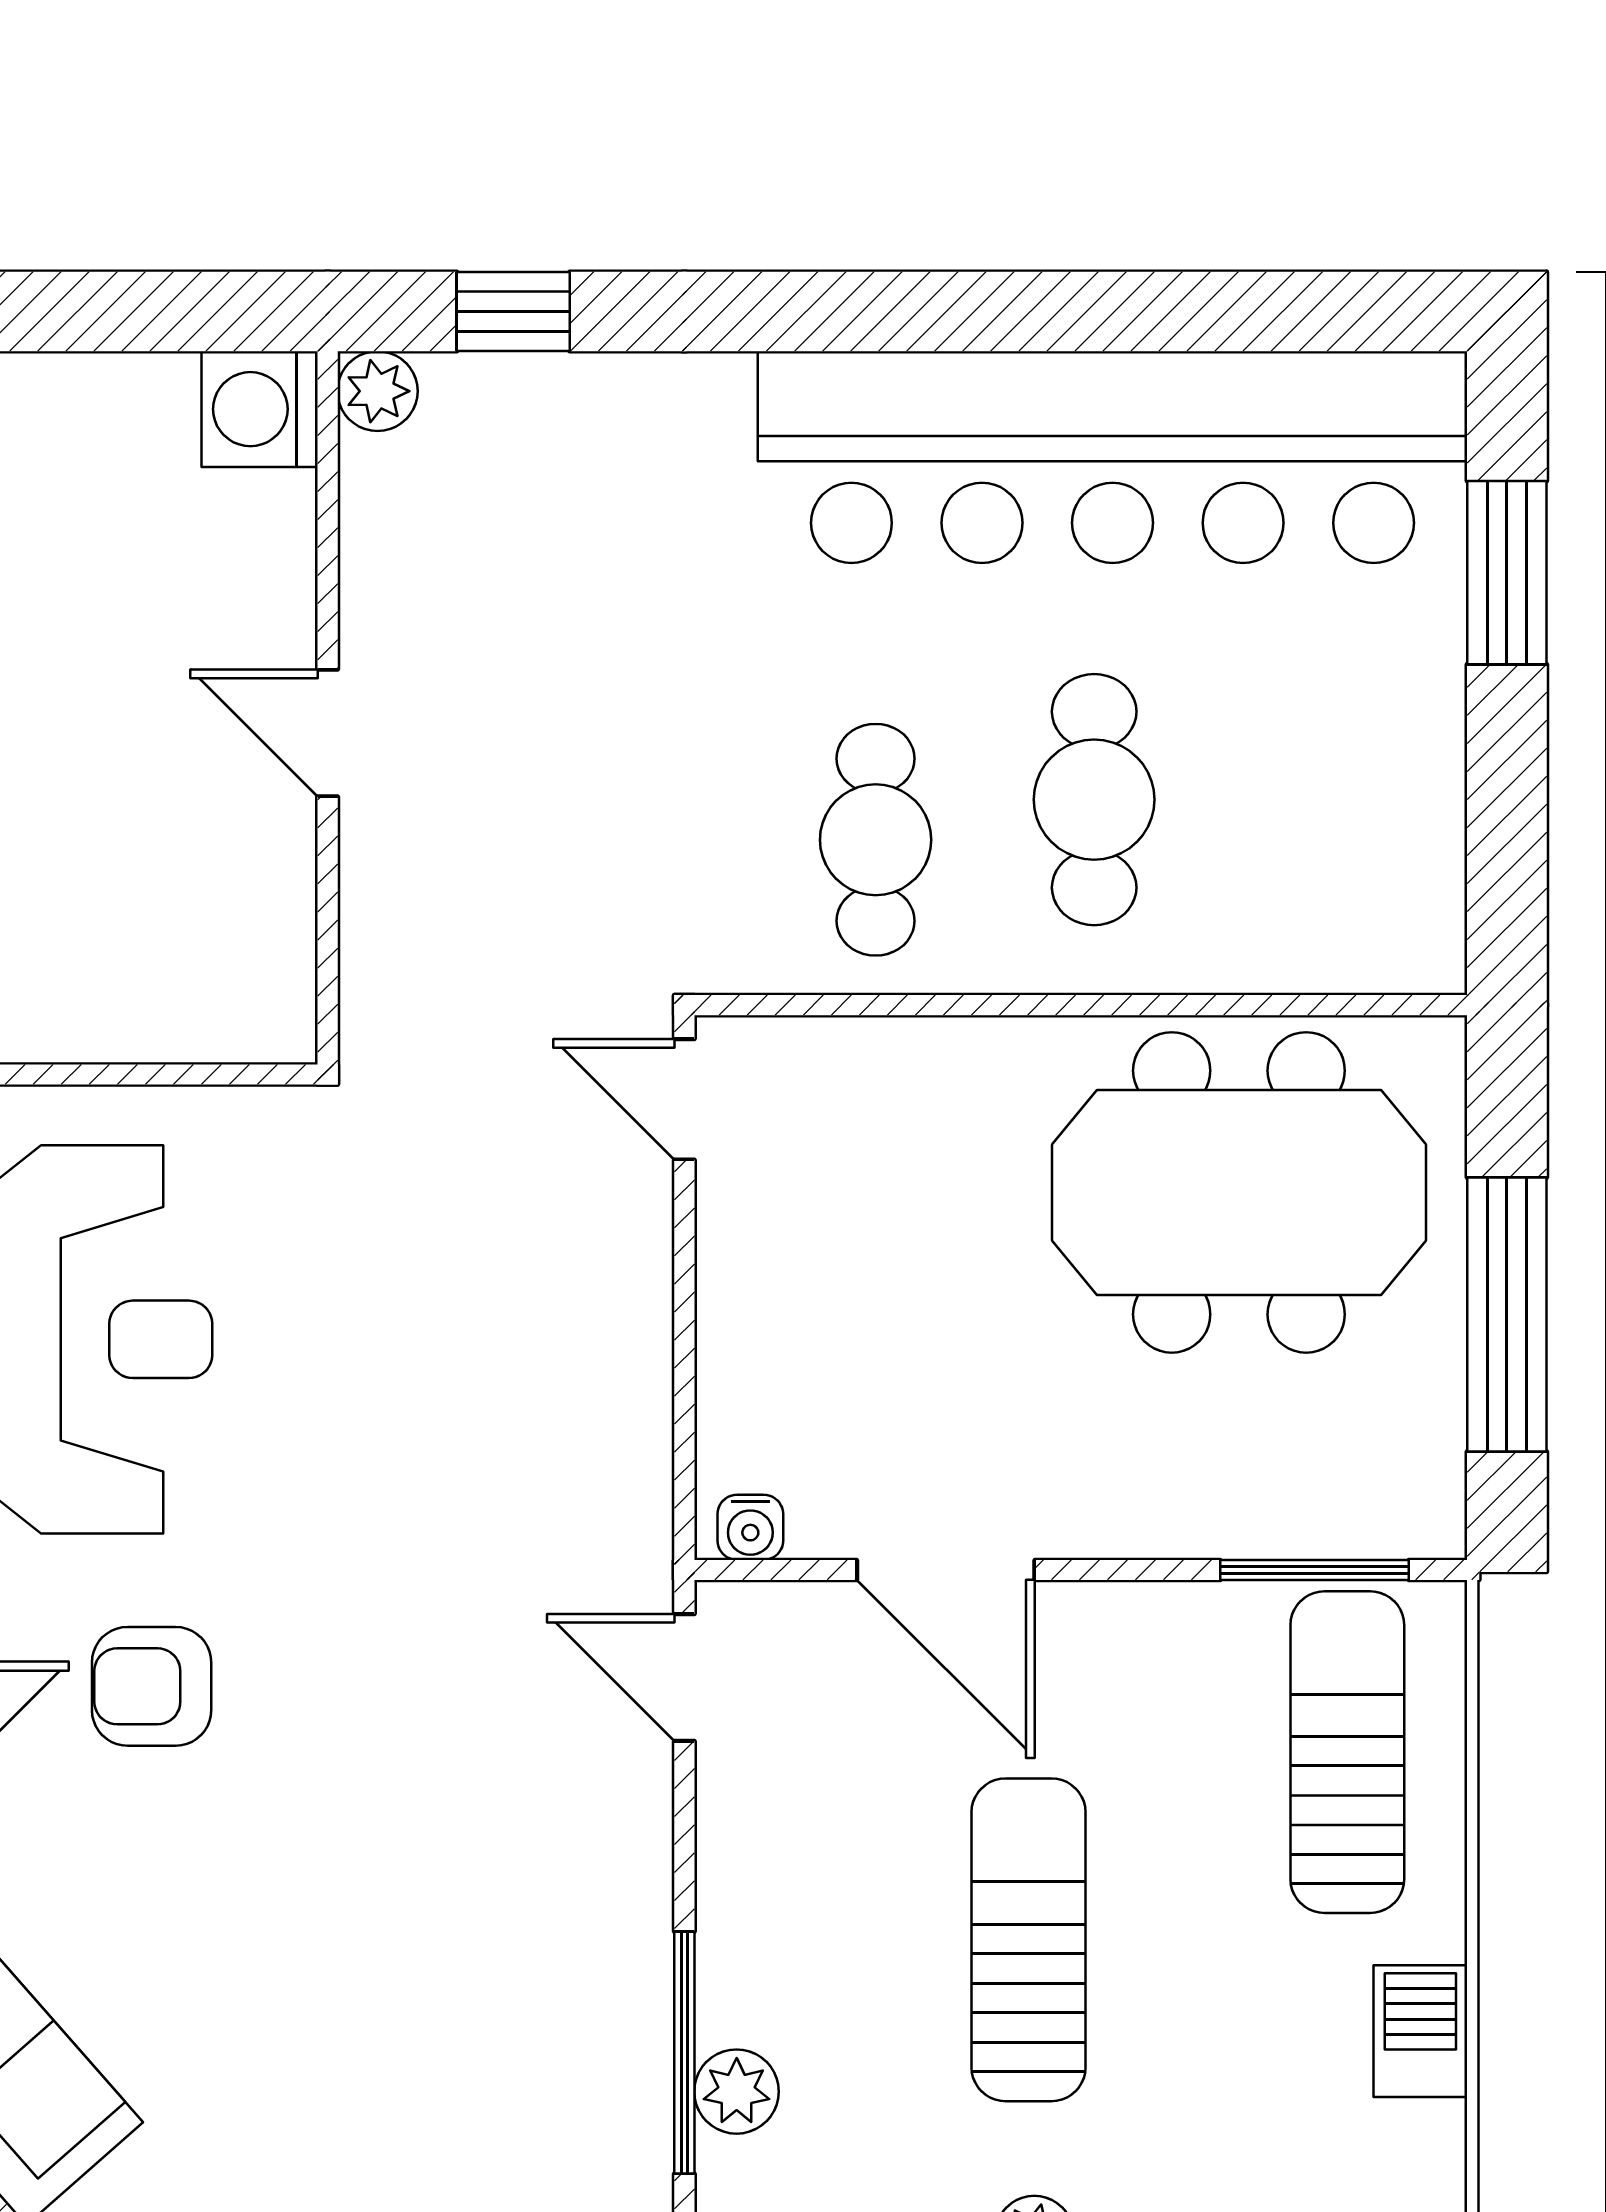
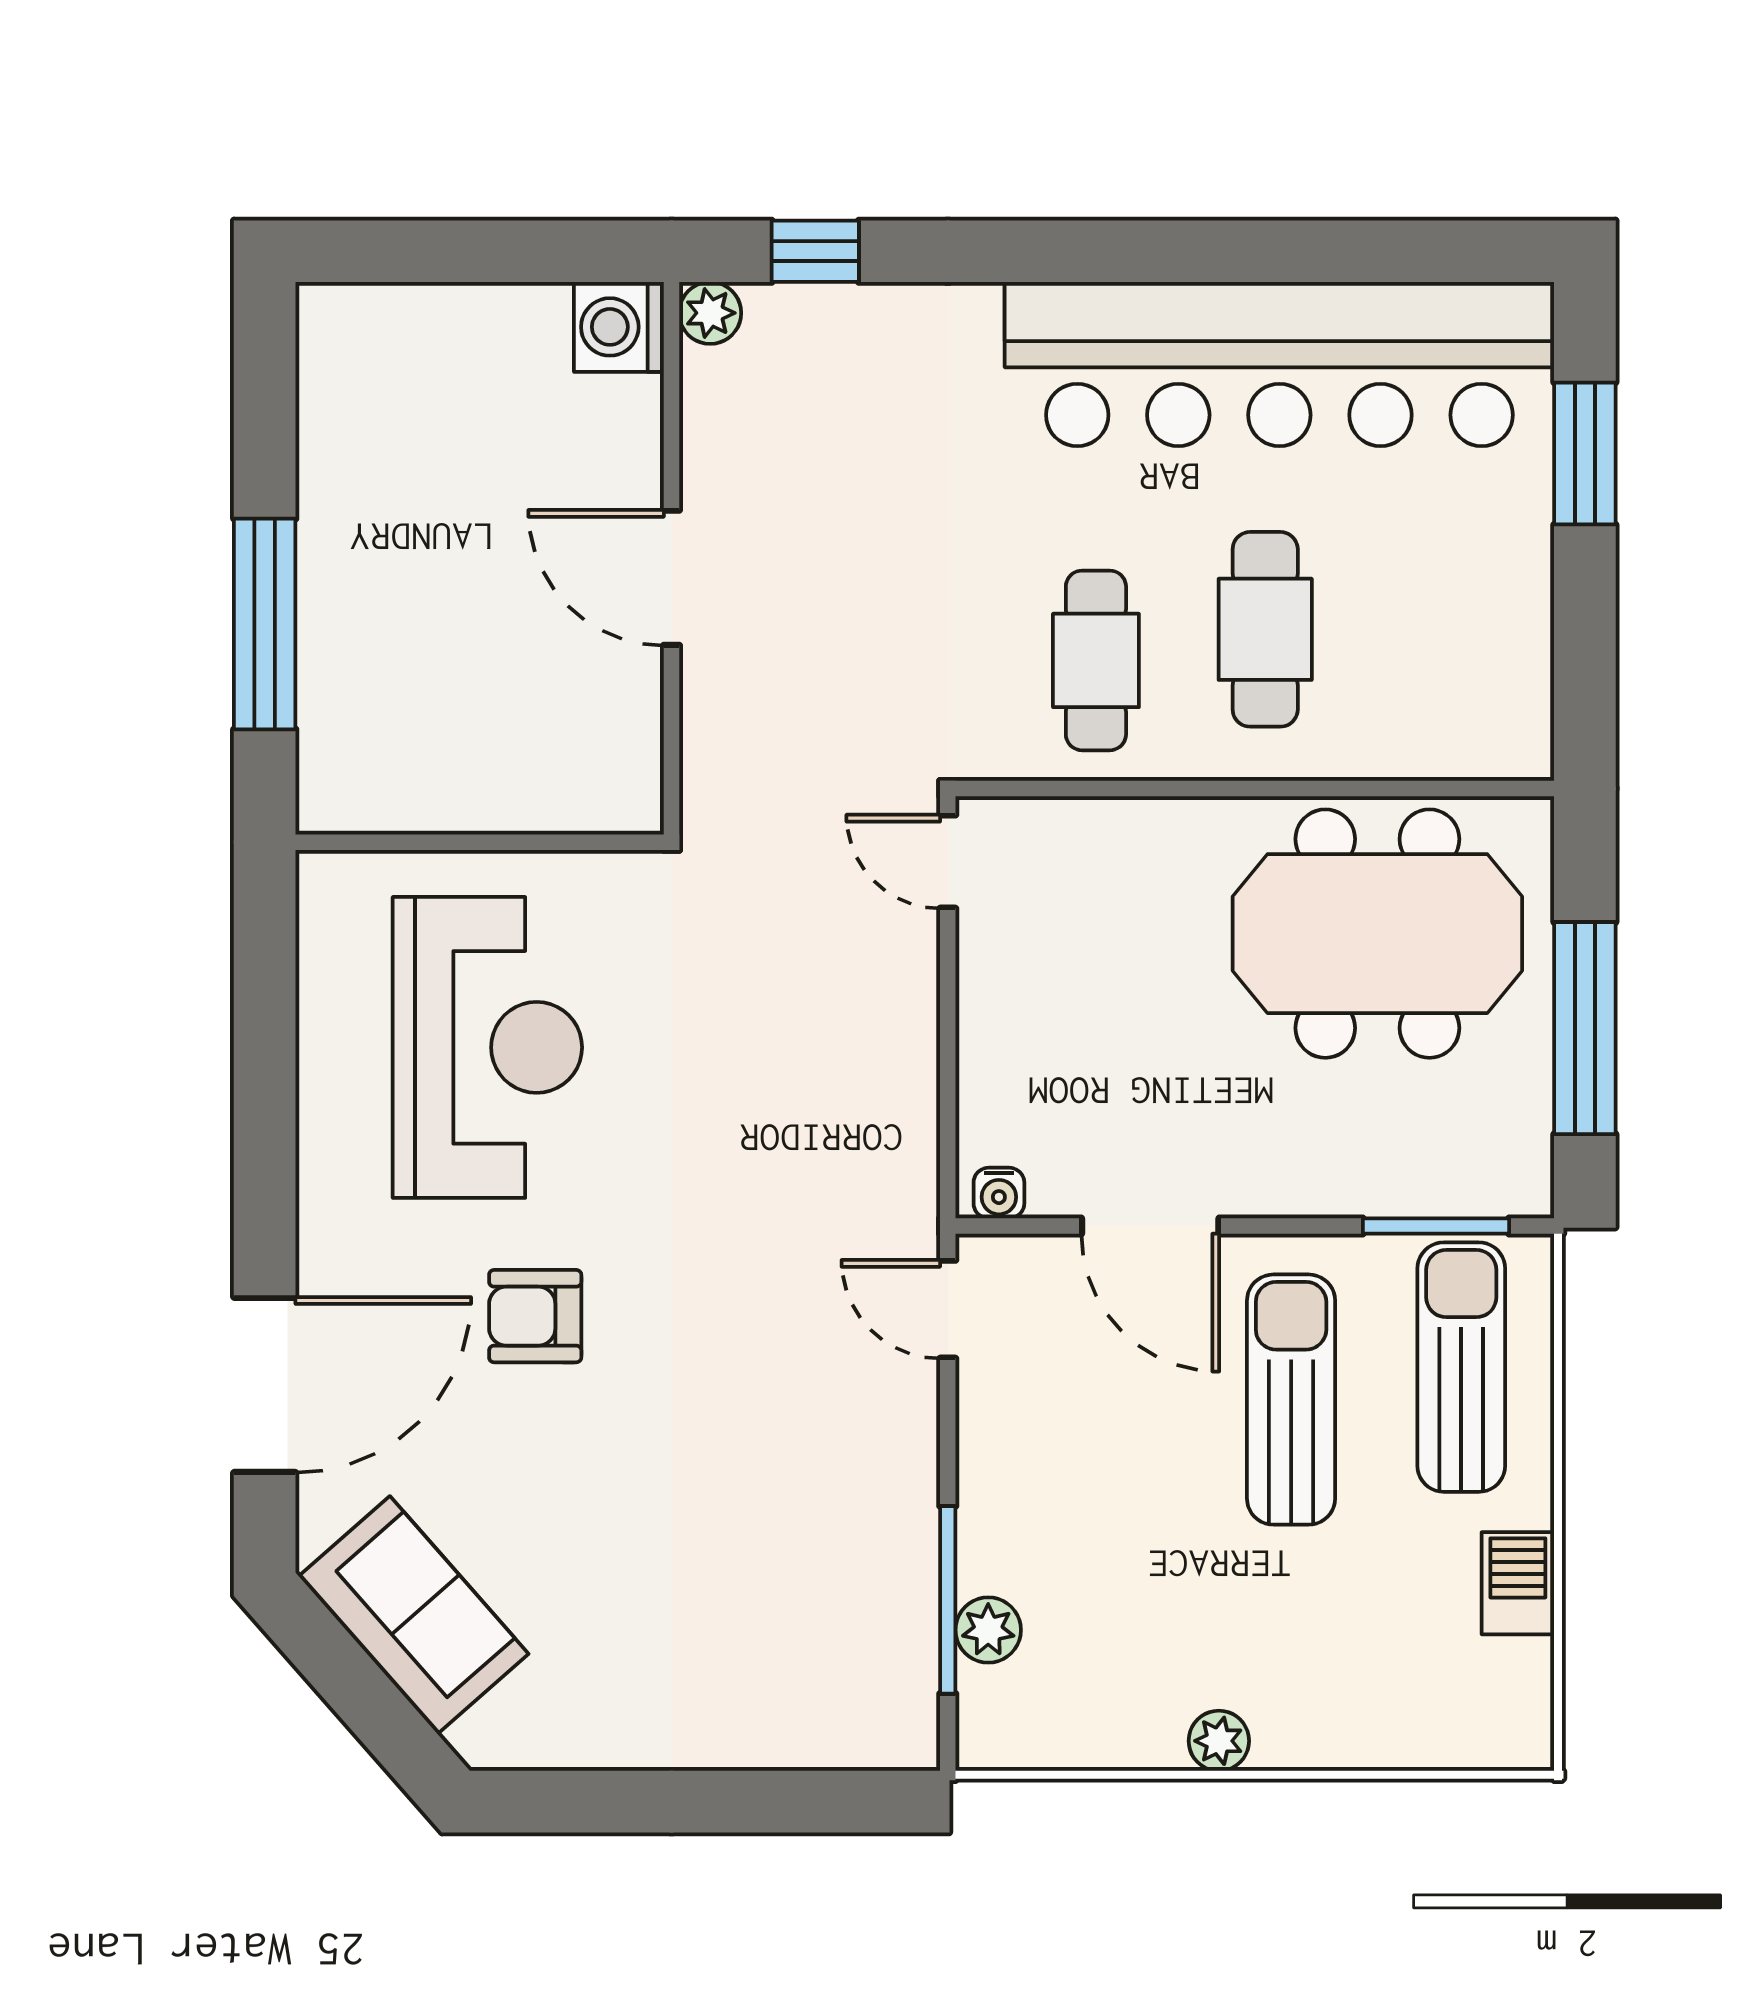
door: (328, 733) -> (671, 578), width x1.38
sun lounger: (1028, 1940) -> (1291, 1400), moved

